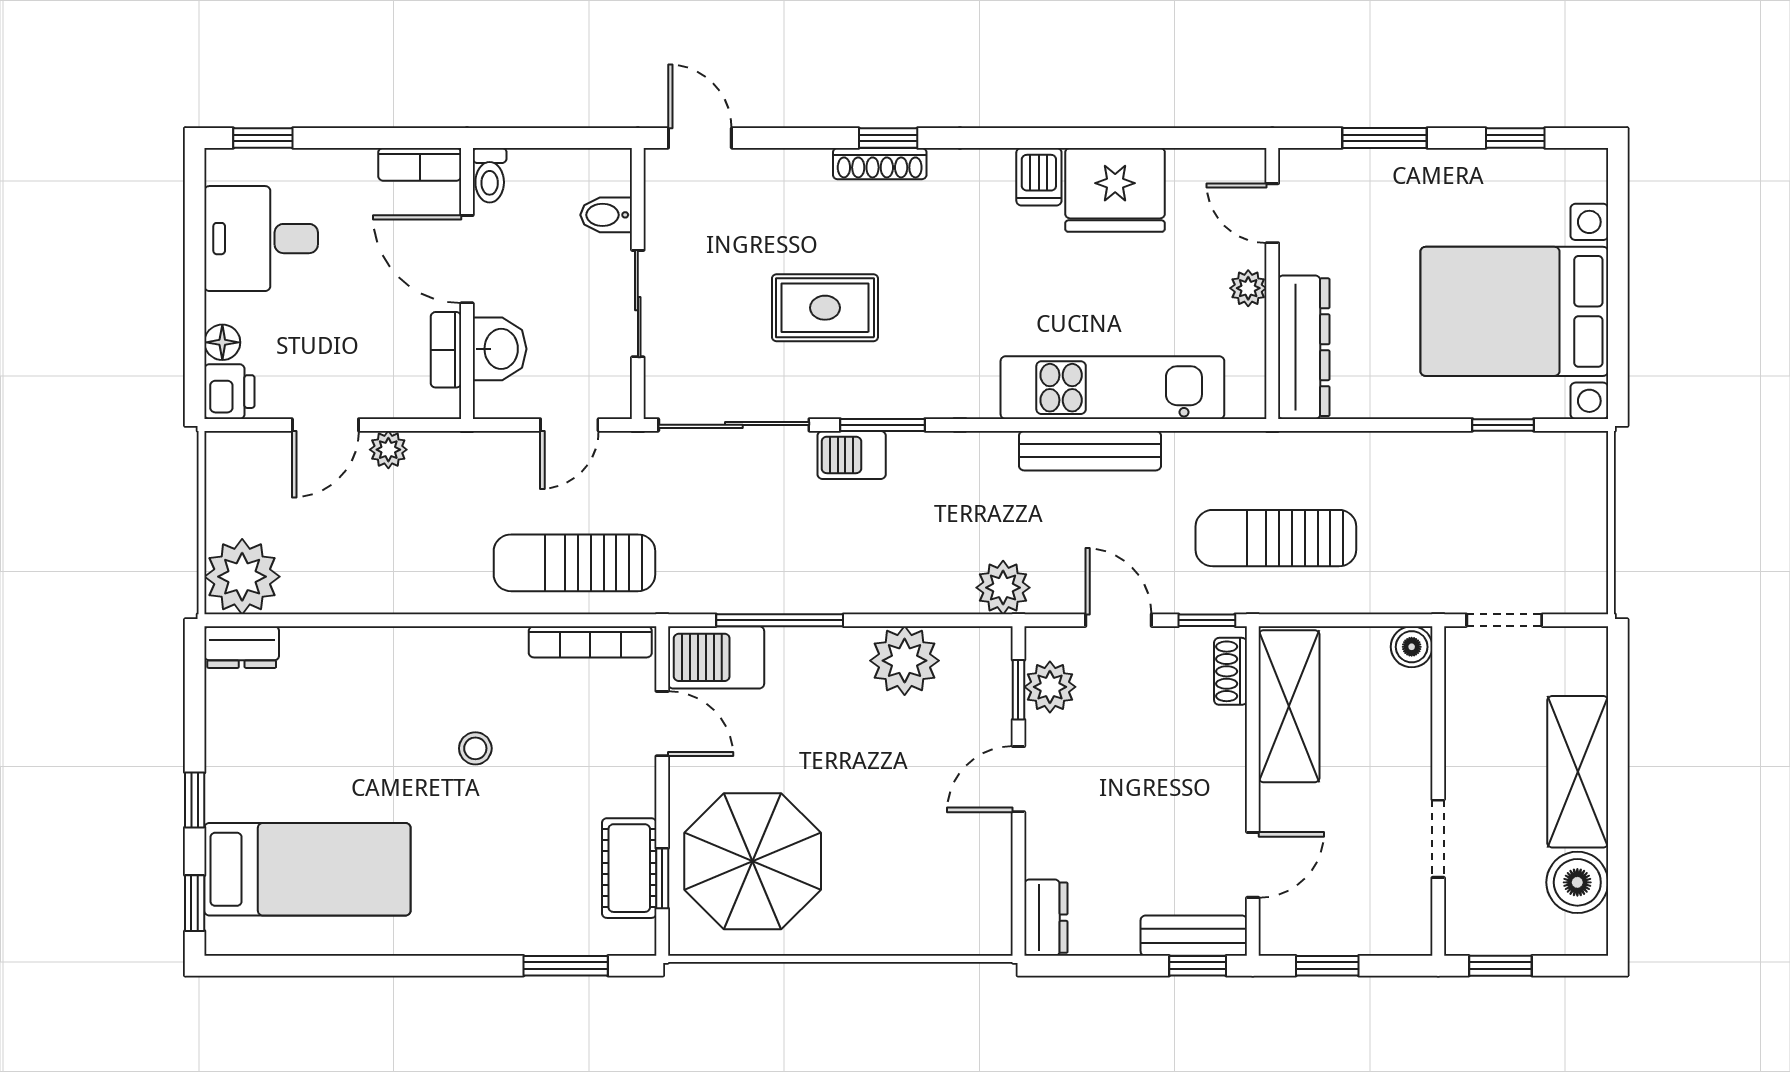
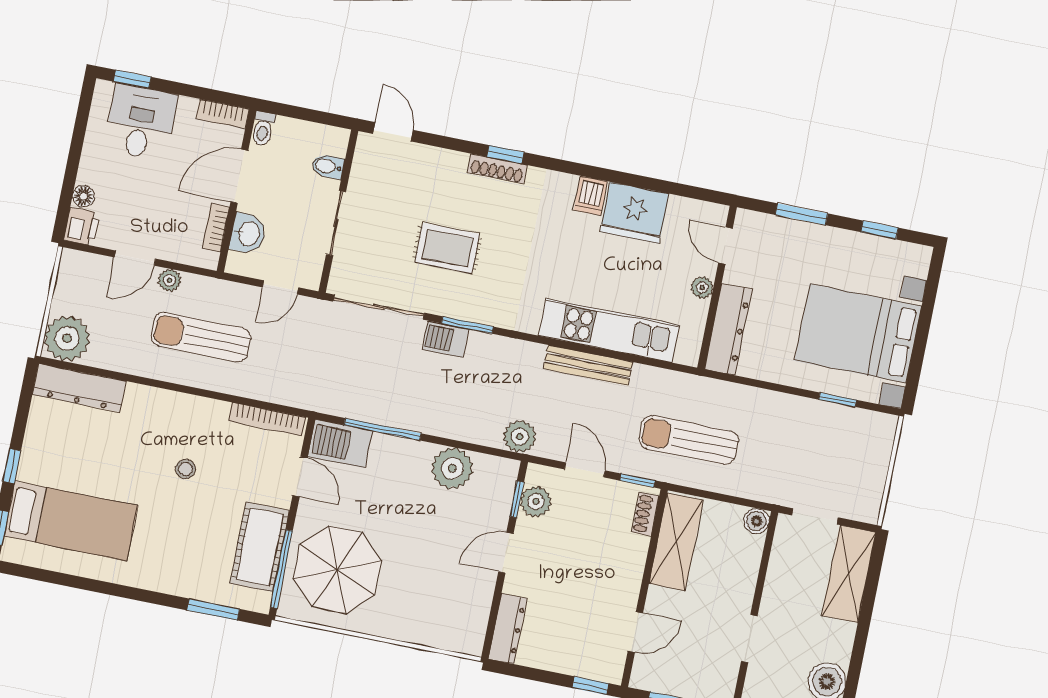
desk: (261, 239) -> (141, 122), moved, turned 90
door: (467, 259) -> (239, 176), hinge flipped
sun lounger: (574, 563) -> (201, 337), moved
dresser: (242, 647) -> (79, 388), width x1.96, depth x1.24
shelving: (1578, 772) -> (849, 574), moved
cot: (629, 868) -> (260, 547), width x1.37, depth x1.34
window: (662, 878) -> (281, 569), width x2.17
dresser: (1046, 918) -> (508, 629), width x1.44
bench: (1194, 936) -> (592, 667), removed

